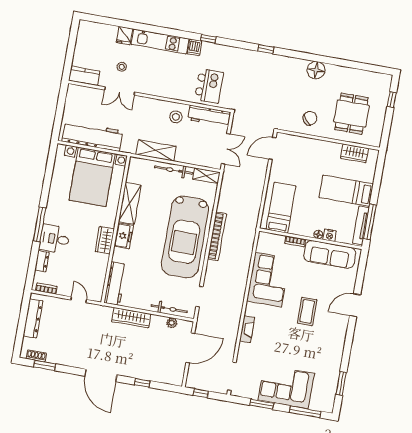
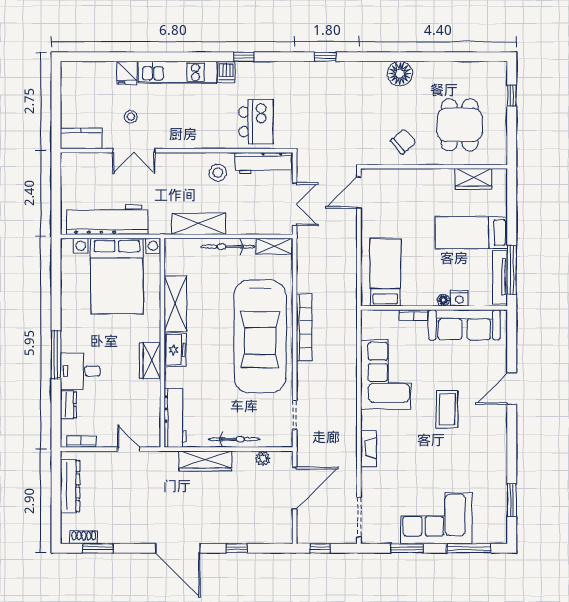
bicycle: (169, 309) -> (234, 439), moved

